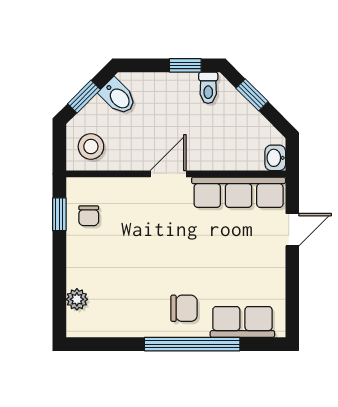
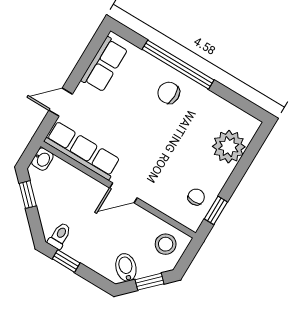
window: (252, 95) -> (28, 195), moved
plant: (77, 299) -> (229, 147), width x1.88, depth x1.88
row of seats: (242, 322) -> (104, 65), moved, turned -90

